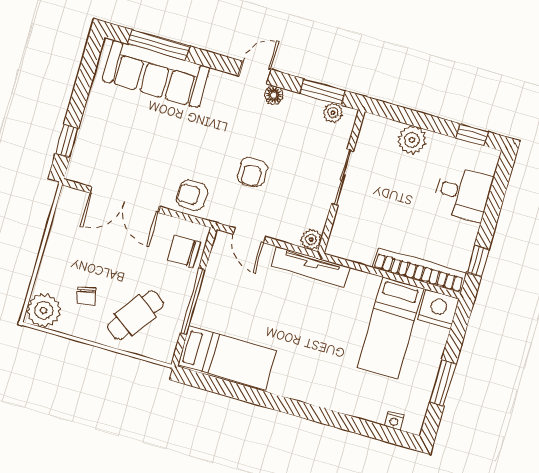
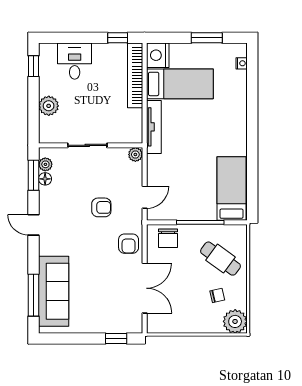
floor lamp: (274, 95) -> (45, 179), moved
tv unit: (311, 267) -> (154, 127), moved

